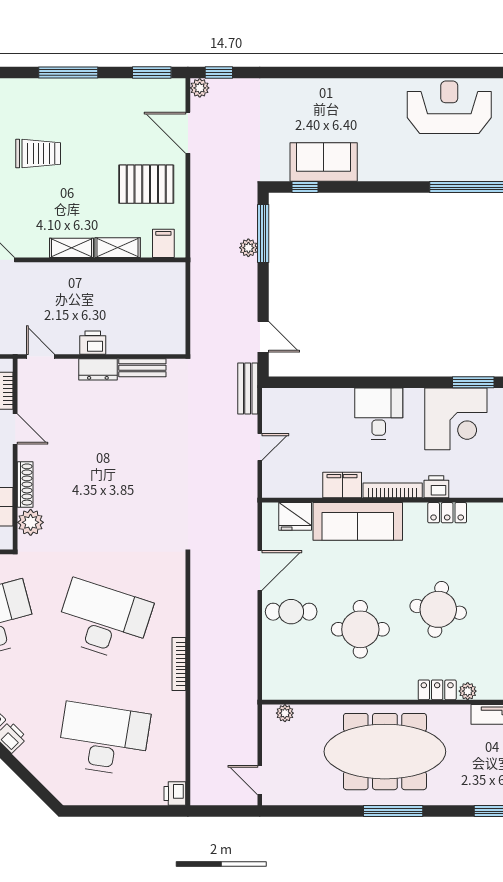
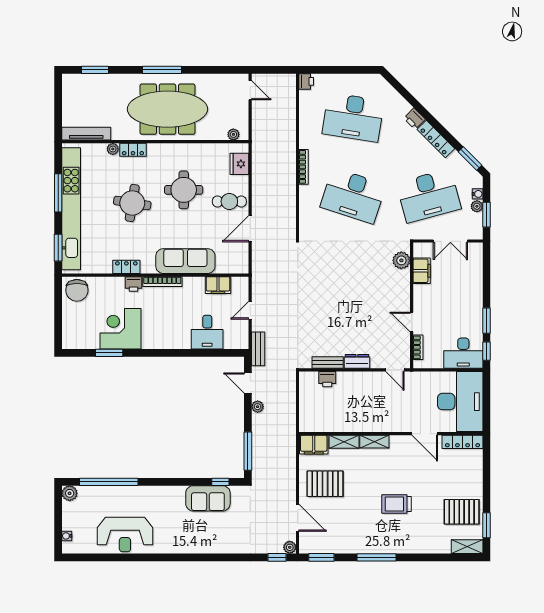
filing cabinet: (163, 243) -> (314, 445), width x2.00
plant: (248, 248) -> (258, 407), moved
printer: (93, 343) -> (327, 379), moved
desk: (379, 414) -> (207, 332), moved
shoe rack: (25, 484) -> (405, 285), removed
filing cabinet: (342, 485) -> (218, 285), moved
fridge: (295, 516) -> (239, 164), moved, turned -90

